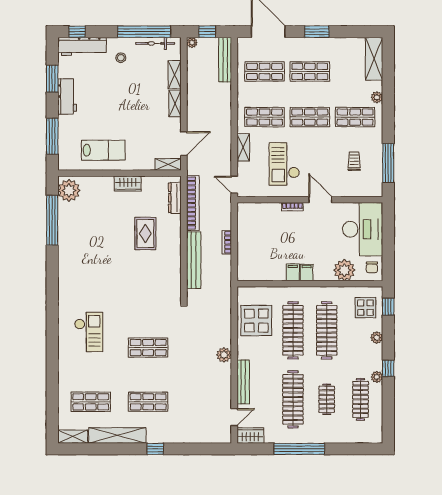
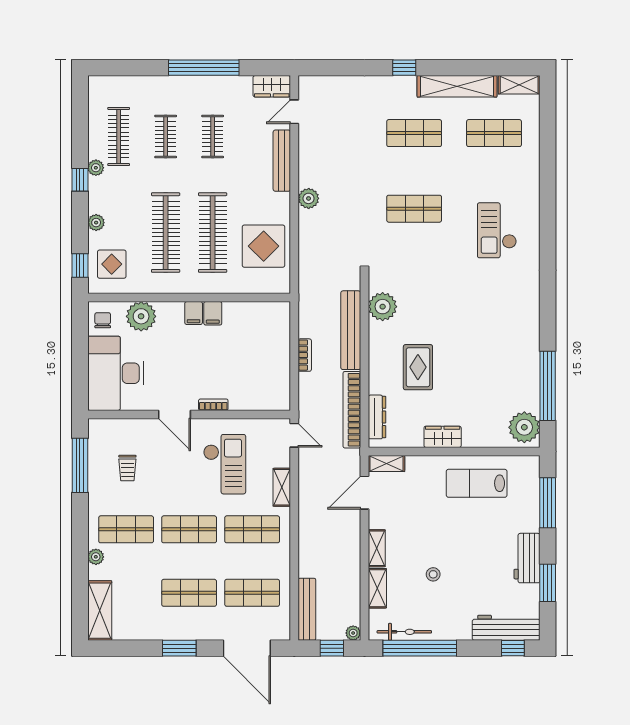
stool: (121, 58) -> (433, 574), moved
plant: (171, 277) -> (383, 307), added
clothes rail: (293, 399) -> (213, 136), width x0.54, depth x0.76

